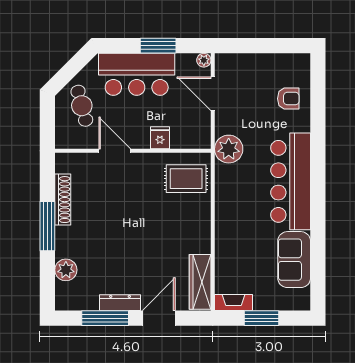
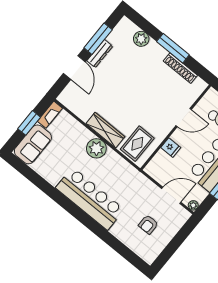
armchair: (288, 99) -> (148, 224), moved
plant: (229, 149) -> (96, 148), moved
sofa: (294, 260) -> (33, 144), moved, turned 90
wardrobe: (200, 282) -> (105, 130), moved

